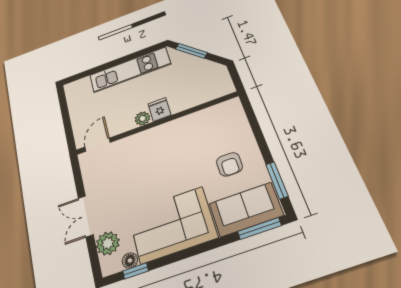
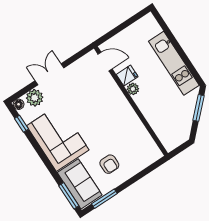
fridge: (159, 109) -> (127, 76), moved
armchair: (229, 164) -> (109, 164), turned -90
floor lamp: (130, 260) -> (19, 104), moved

